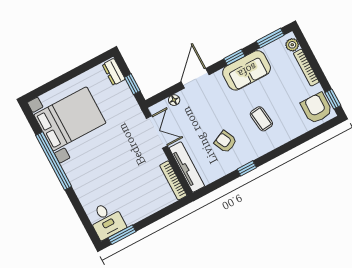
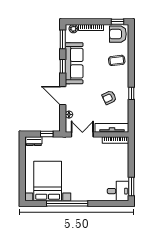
sofa: (247, 70) -> (74, 63), width x1.36
coffee table: (261, 119) -> (117, 60), moved

